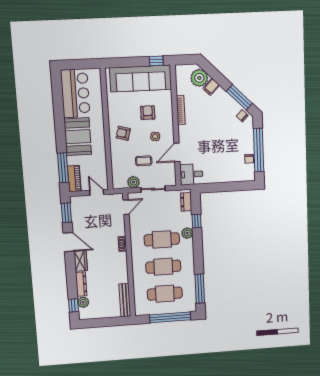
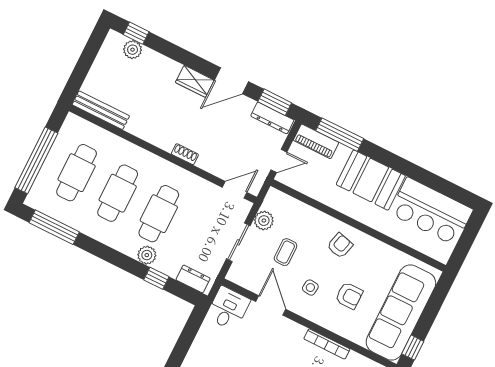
door: (126, 207) -> (235, 190), swing flipped
dresser: (81, 284) -> (272, 118), moved

